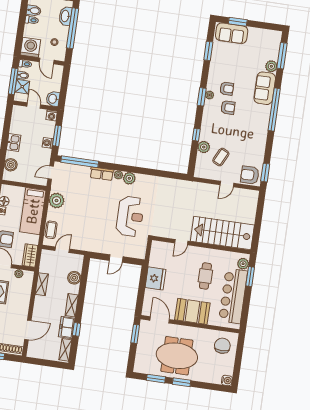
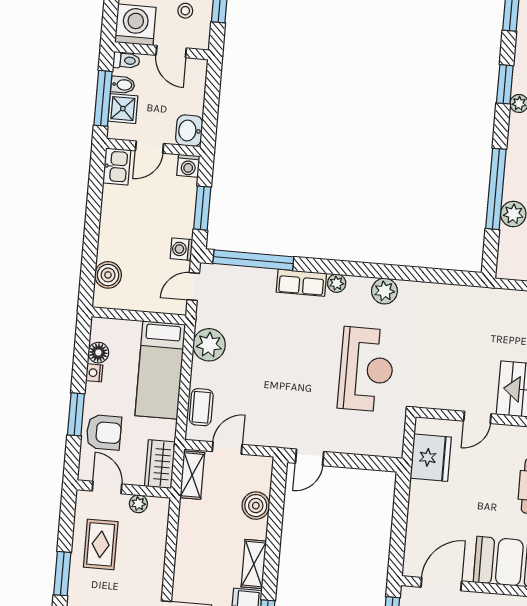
window: (202, 97) -> (505, 84), moved
door: (34, 106) -> (150, 147), swing flipped
window: (196, 135) -> (496, 189), width x3.17
kitchen sink: (14, 143) -> (117, 166), moved
washing machine: (48, 143) -> (181, 249), moved
plant: (129, 178) -> (384, 291), moved
door: (116, 259) -> (310, 457), moved
fridge: (155, 278) -> (431, 458), moved
shelving: (42, 284) -> (192, 475), moved
door: (160, 320) -> (441, 584), hinge flipped

